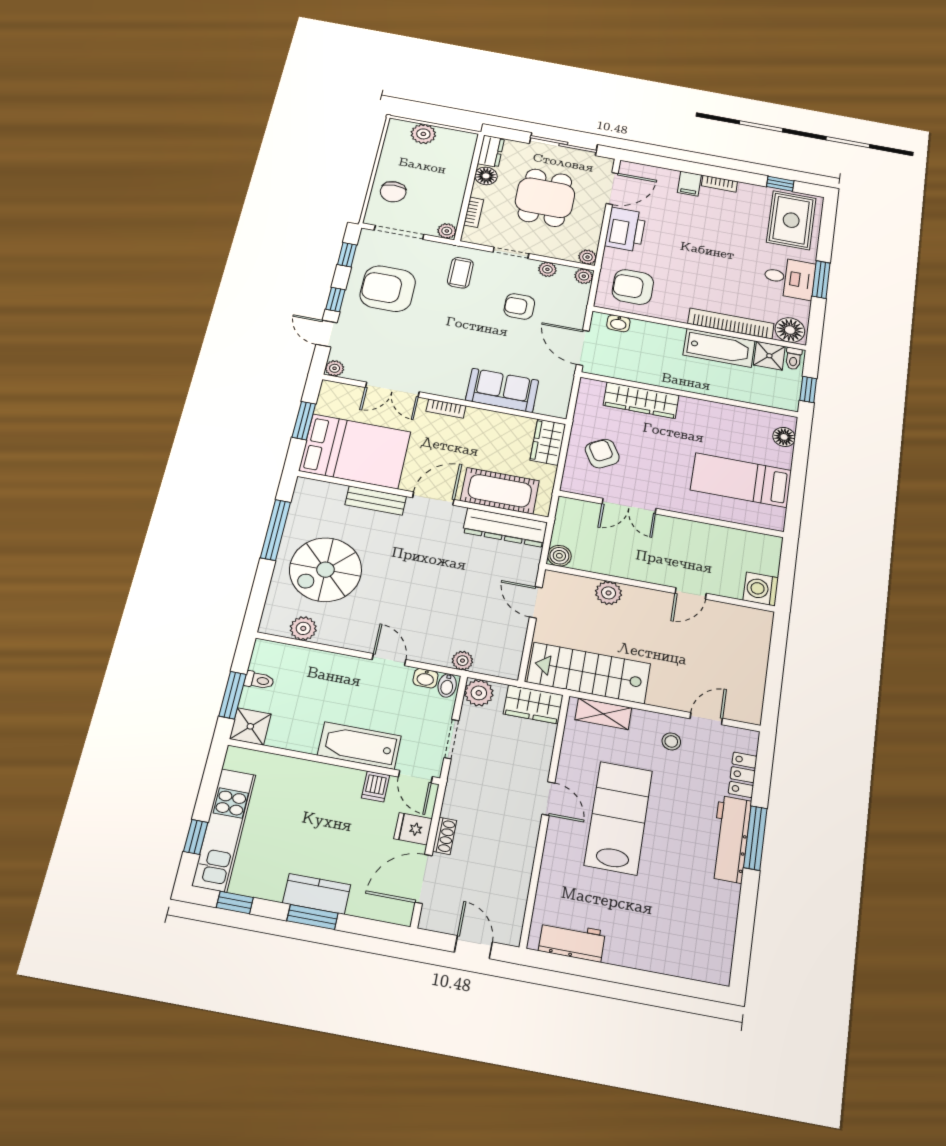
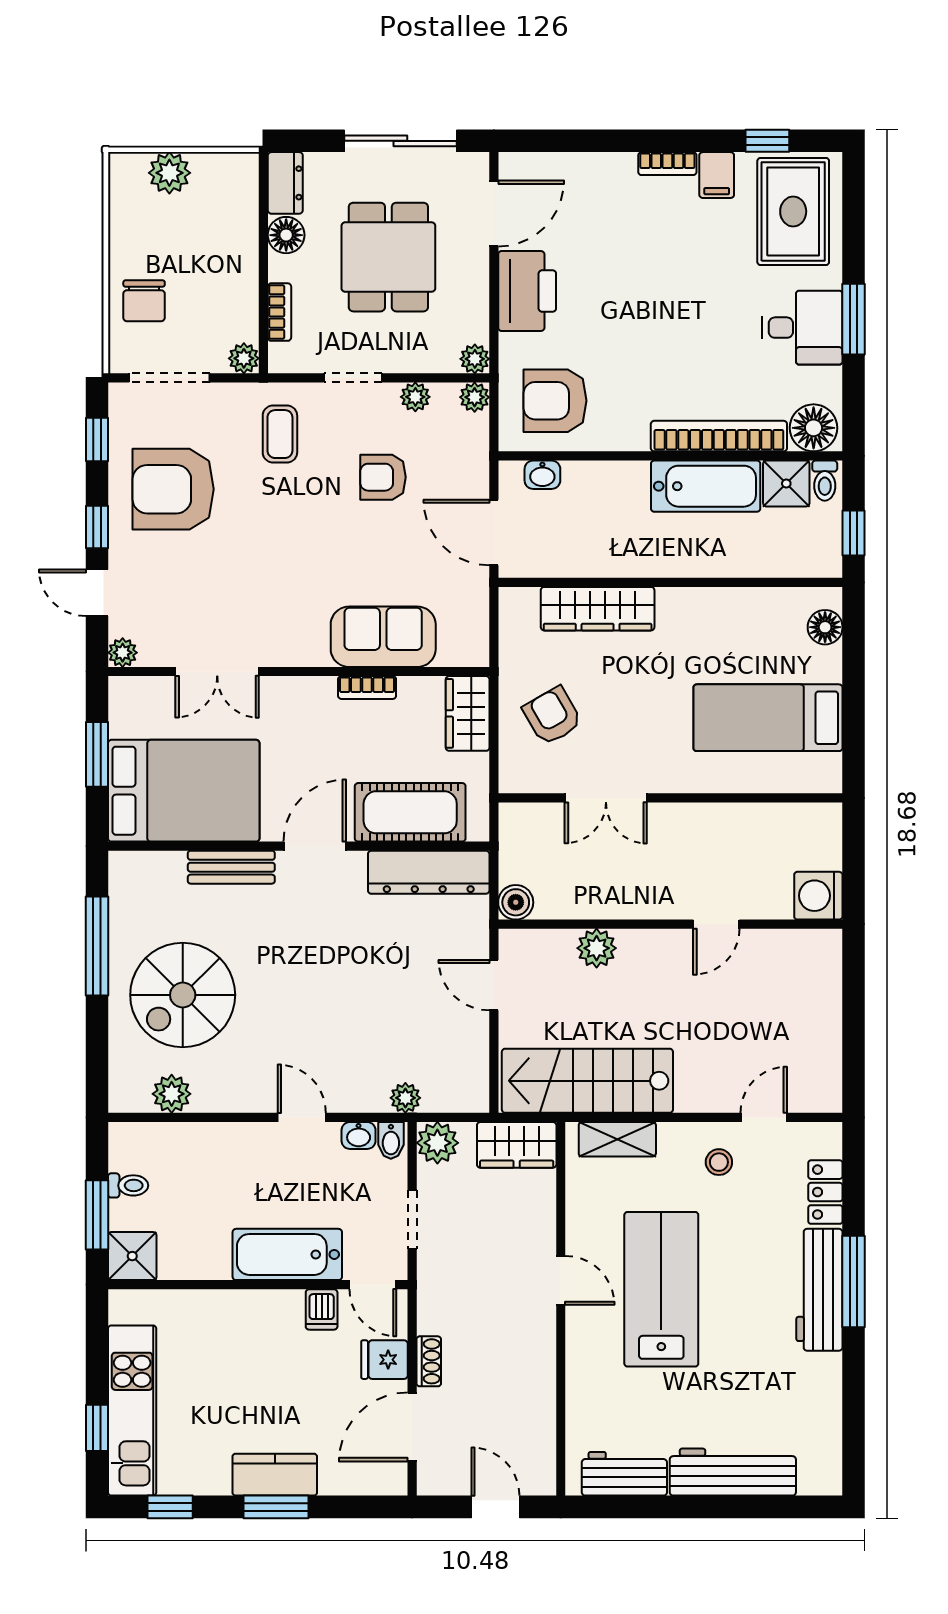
filing cabinet: (689, 184) -> (717, 175), moved
bookcase: (446, 409) -> (367, 688), moved
workbench: (651, 955) -> (733, 1472), added

